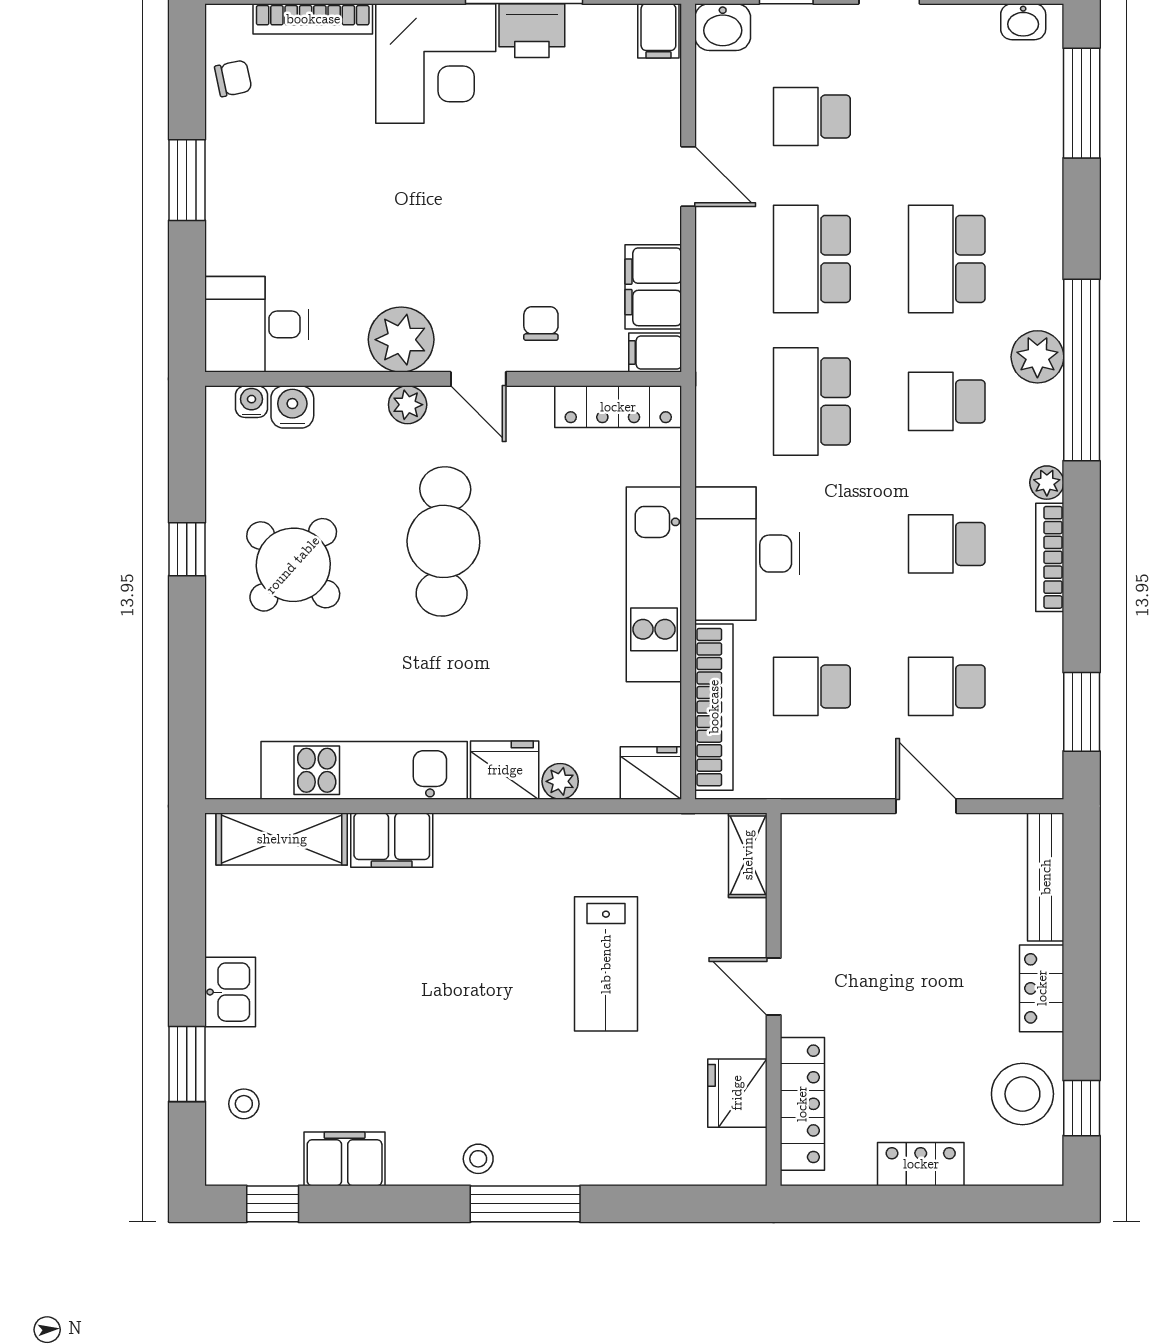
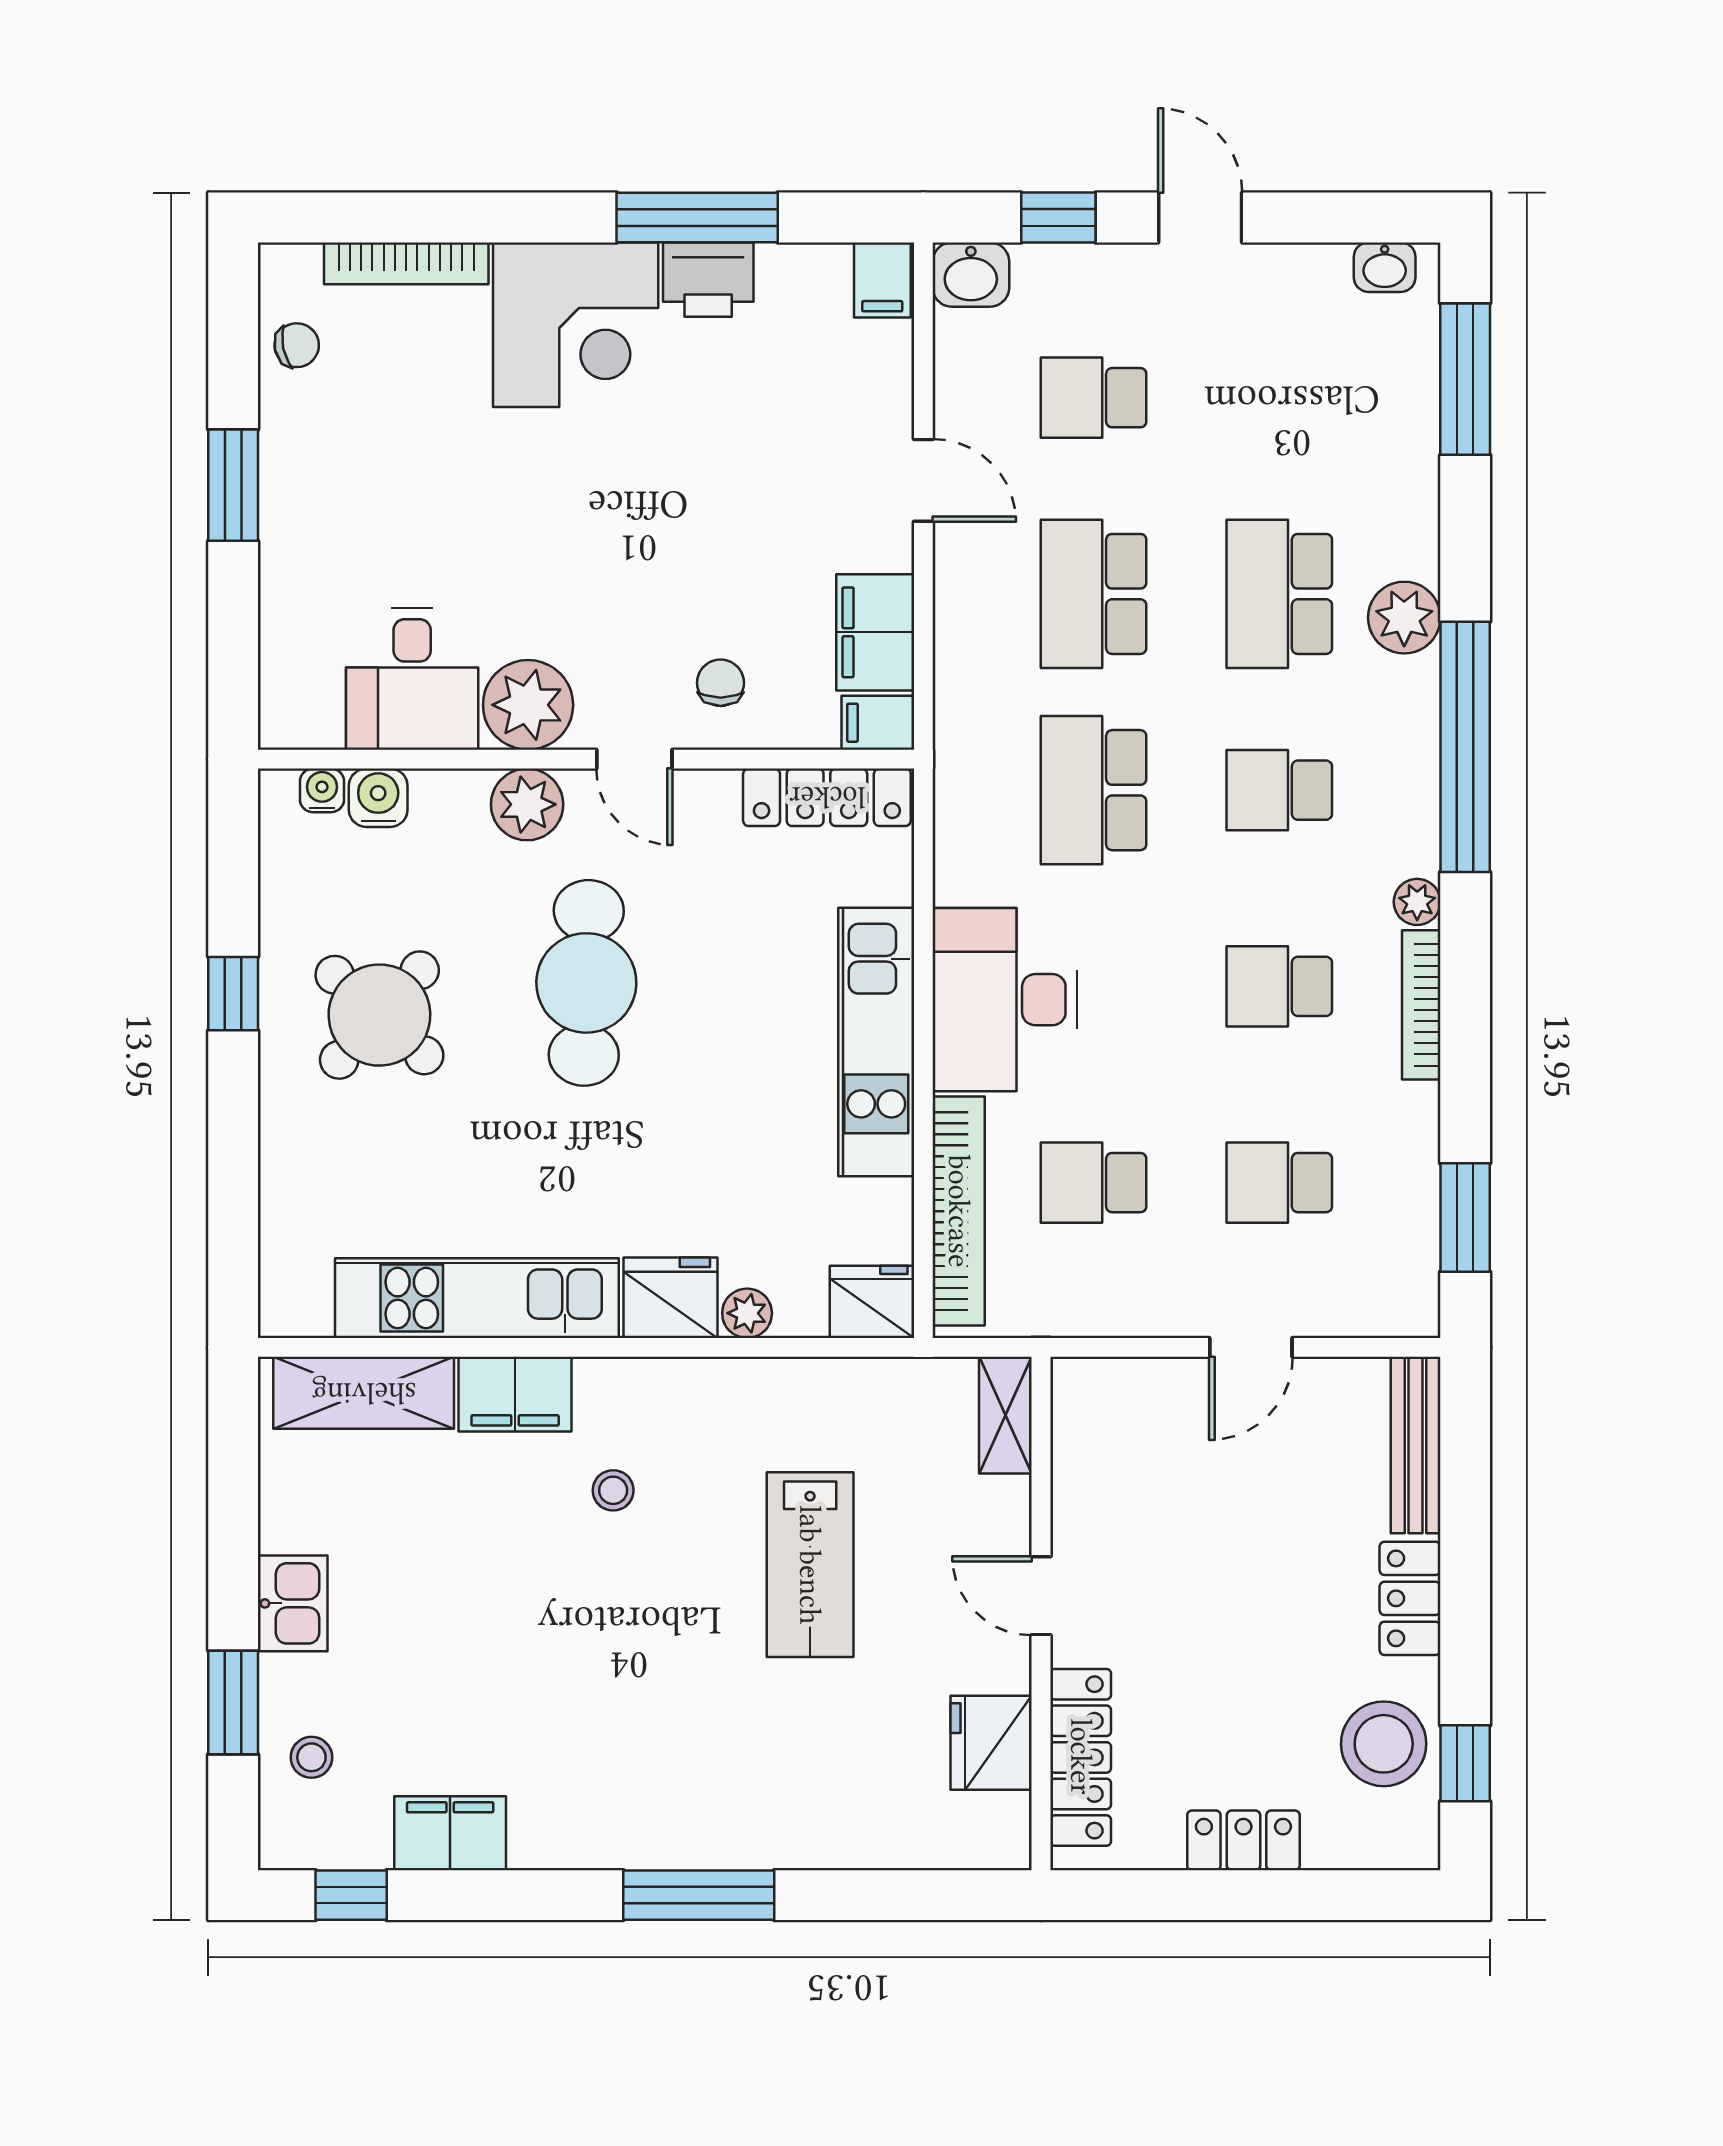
desk: (257, 324) -> (412, 679), moved, turned -90
plant: (1037, 357) -> (1404, 618), moved
plant: (408, 405) -> (527, 804), width x1.38, depth x1.38
door: (926, 806) -> (1251, 1347), swing flipped
stool: (478, 1159) -> (613, 1490), moved

